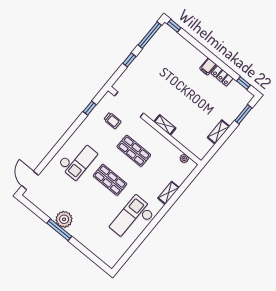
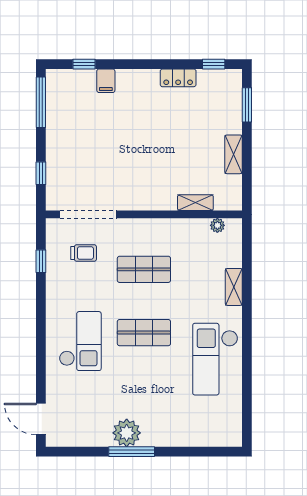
window: (174, 26) -> (84, 64), moved
window: (129, 60) -> (41, 173), moved
filing cabinet: (208, 66) -> (106, 81), moved
shelving: (165, 125) -> (195, 203), moved

